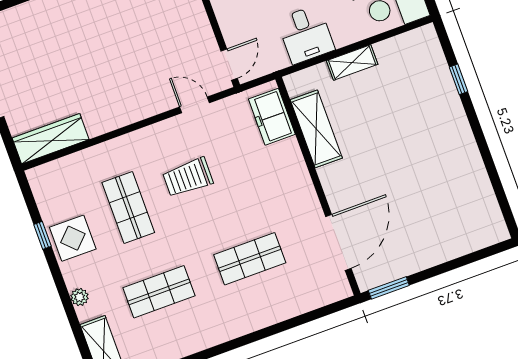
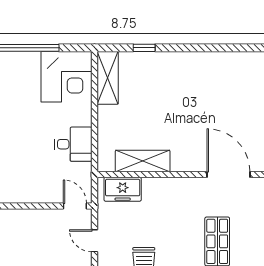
shelving: (352, 62) -> (108, 78), moved, width x1.50, depth x1.33
door: (195, 105) -> (94, 241), hinge flipped

